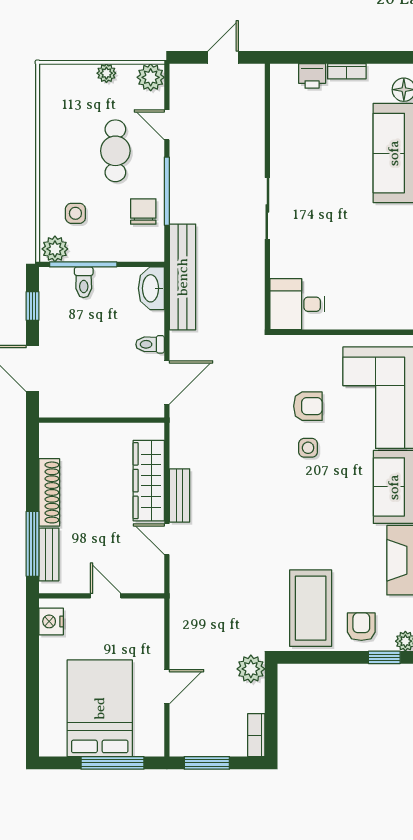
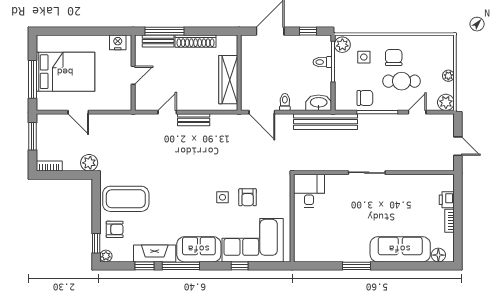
chair: (76, 164) -> (394, 58), added
wardrobe: (149, 481) -> (228, 80), moved, turned -90

